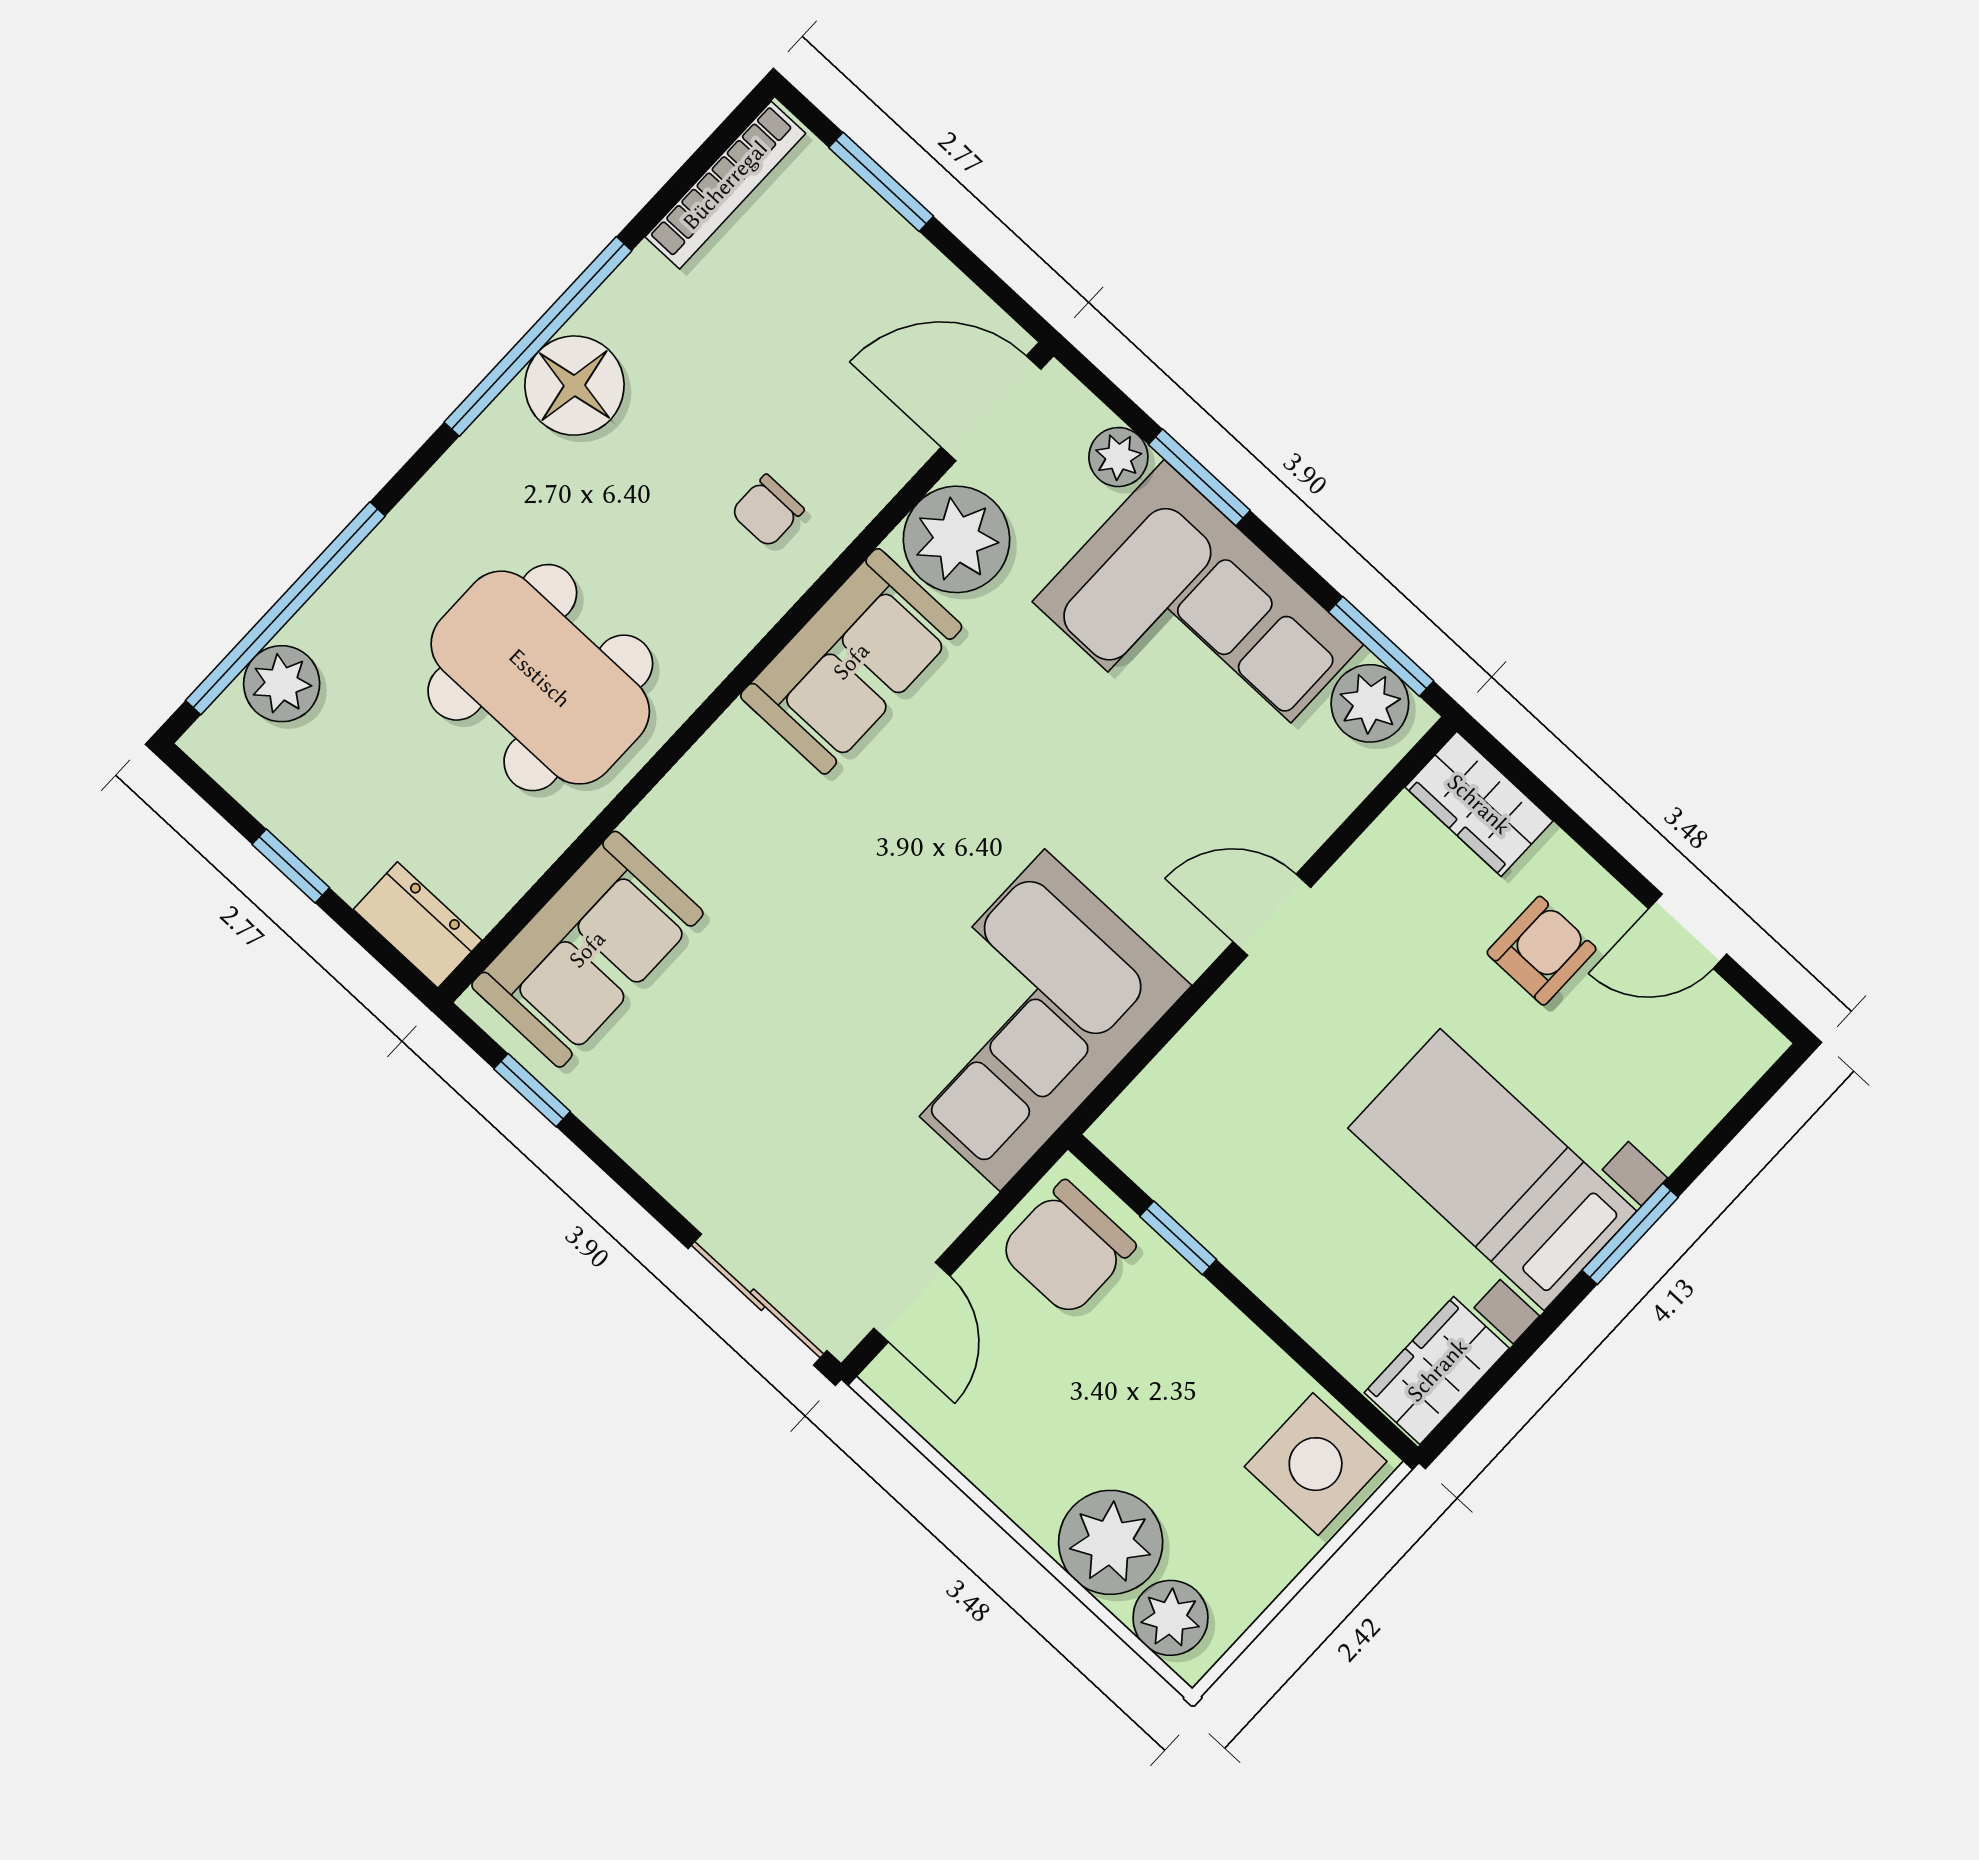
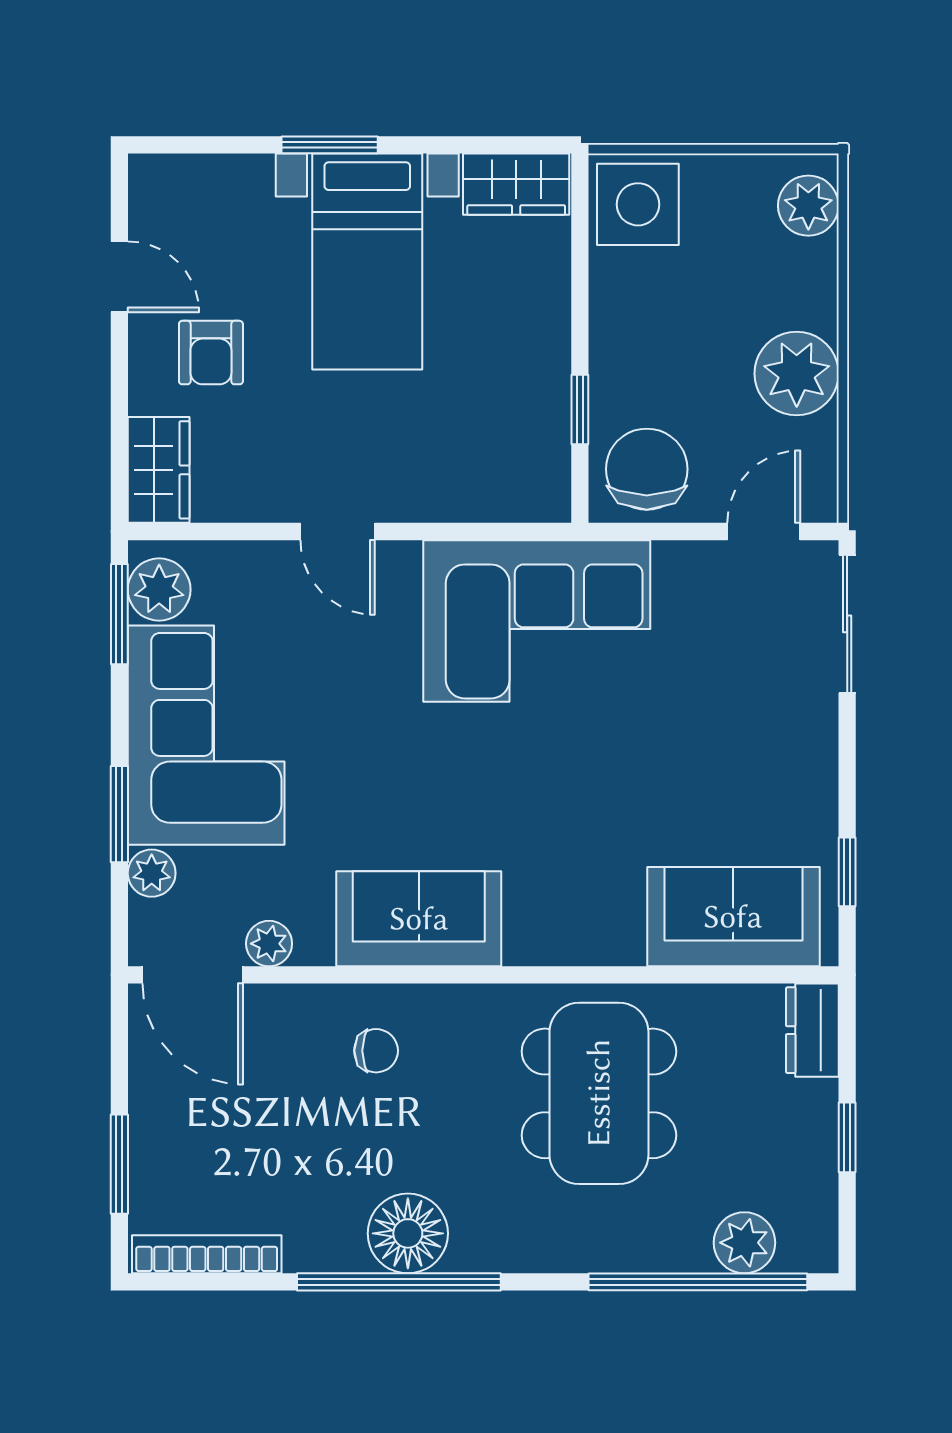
plant: (957, 539) -> (269, 944), width x0.53, depth x0.53
armchair: (1542, 951) -> (211, 353), turned -90
chair: (1067, 1248) -> (647, 469), turned -90
plant: (1111, 1542) -> (797, 374), moved

